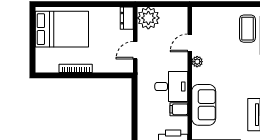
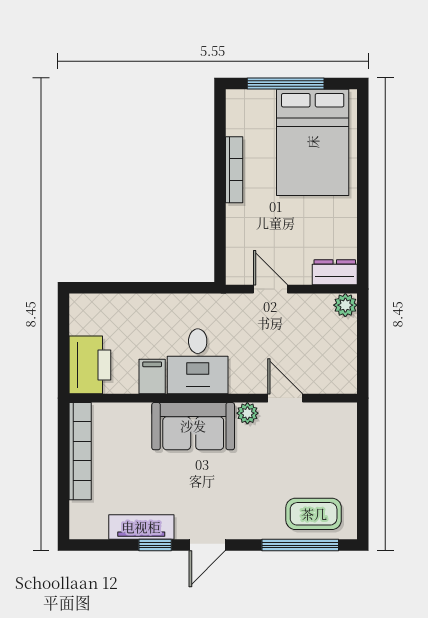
plant: (148, 18) -> (345, 305), width x0.53, depth x0.53
window: (32, 43) -> (286, 83), added
sofa: (204, 105) -> (193, 426), moved

